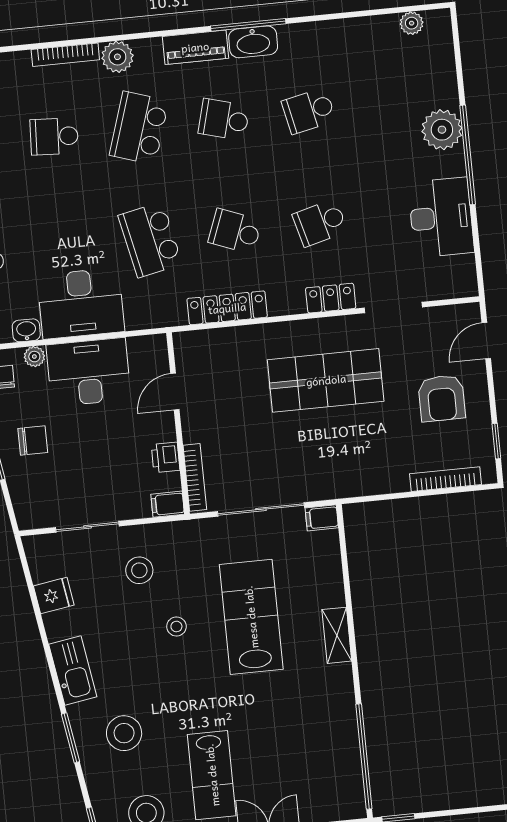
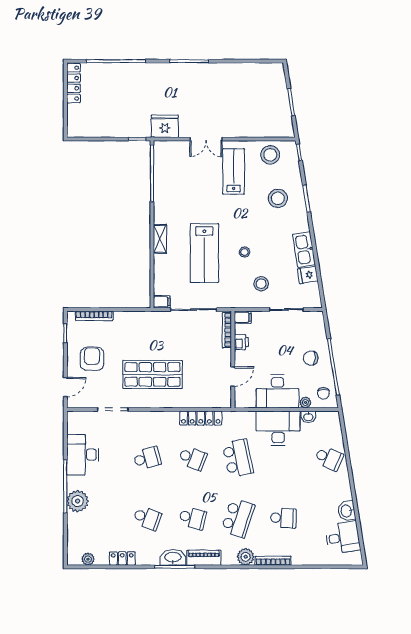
school desk: (309, 111) -> (147, 518), turned 33
locker: (331, 298) -> (122, 558), moved, turned 180
kitchen sink: (73, 670) -> (304, 249), moved

